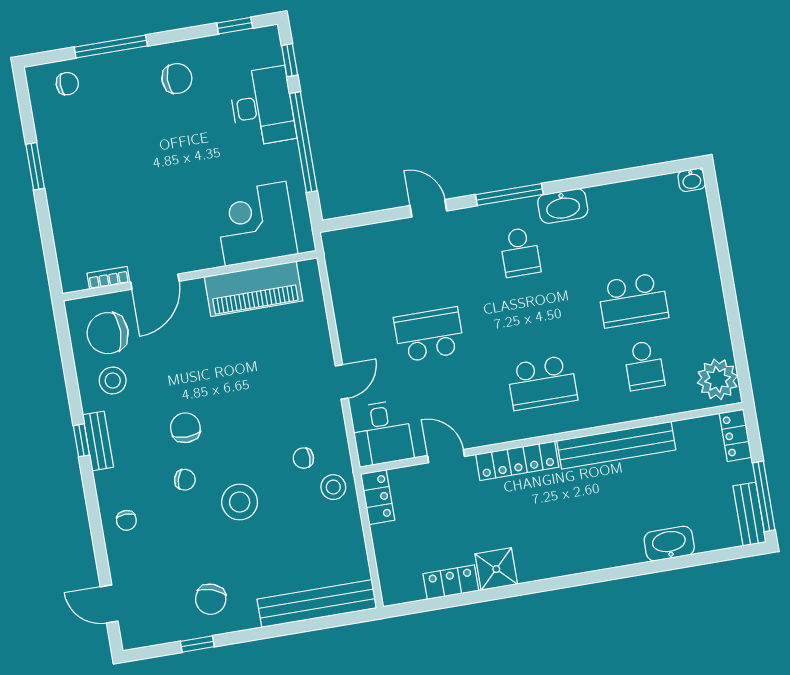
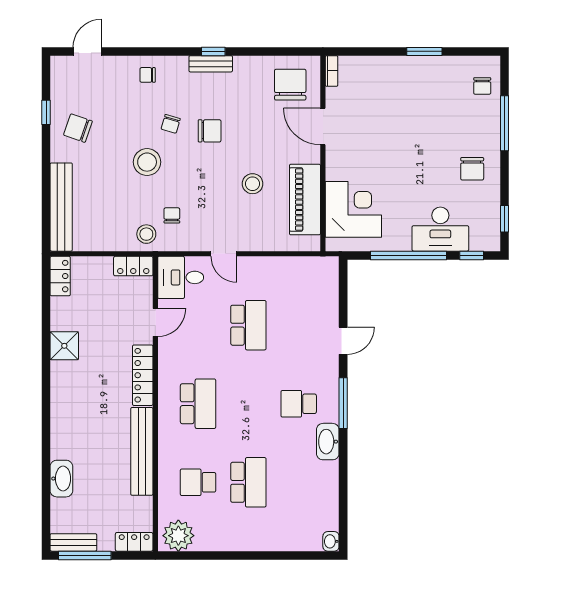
bookcase: (108, 278) -> (332, 71), moved
school desk: (633, 300) -> (248, 482), turned 180
stool: (113, 381) -> (253, 184), moved
school desk: (542, 383) -> (198, 404), turned 180
locker: (451, 582) -> (60, 276), moved

